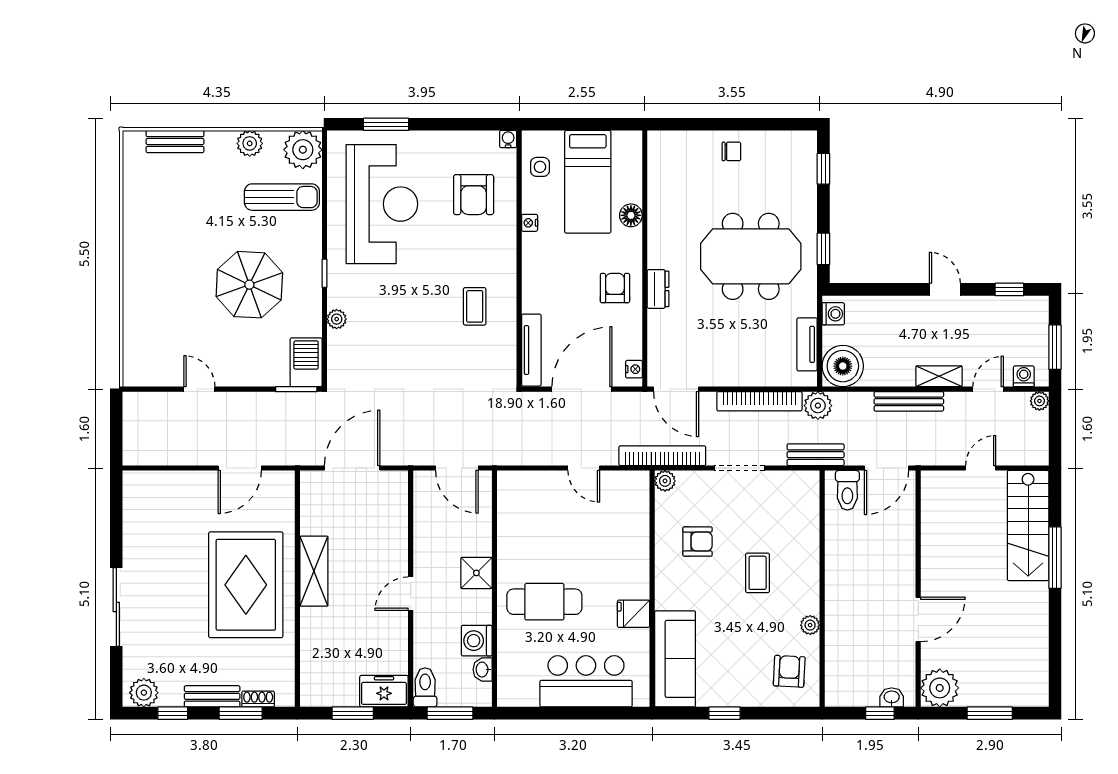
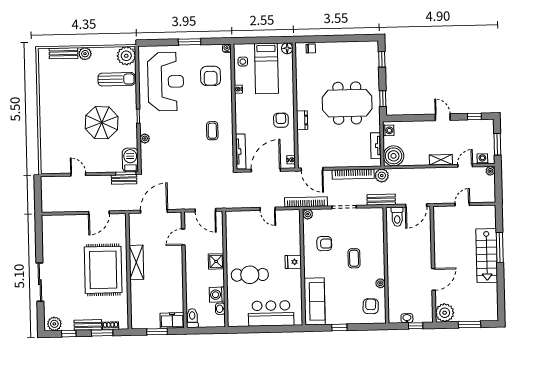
window: (386, 124) -> (190, 42), moved
plant: (250, 143) -> (85, 54), moved
chair: (731, 151) -> (311, 48), moved
floor lamp: (631, 215) -> (287, 48), moved
bench: (909, 401) -> (124, 179), moved, width x0.73
stairs: (1028, 526) -> (487, 256), moved
door: (411, 594) -> (183, 237), moved
fridge: (634, 614) -> (293, 262), moved
washbasin: (892, 697) -> (407, 318), moved
window: (450, 713) -> (205, 330), removed

